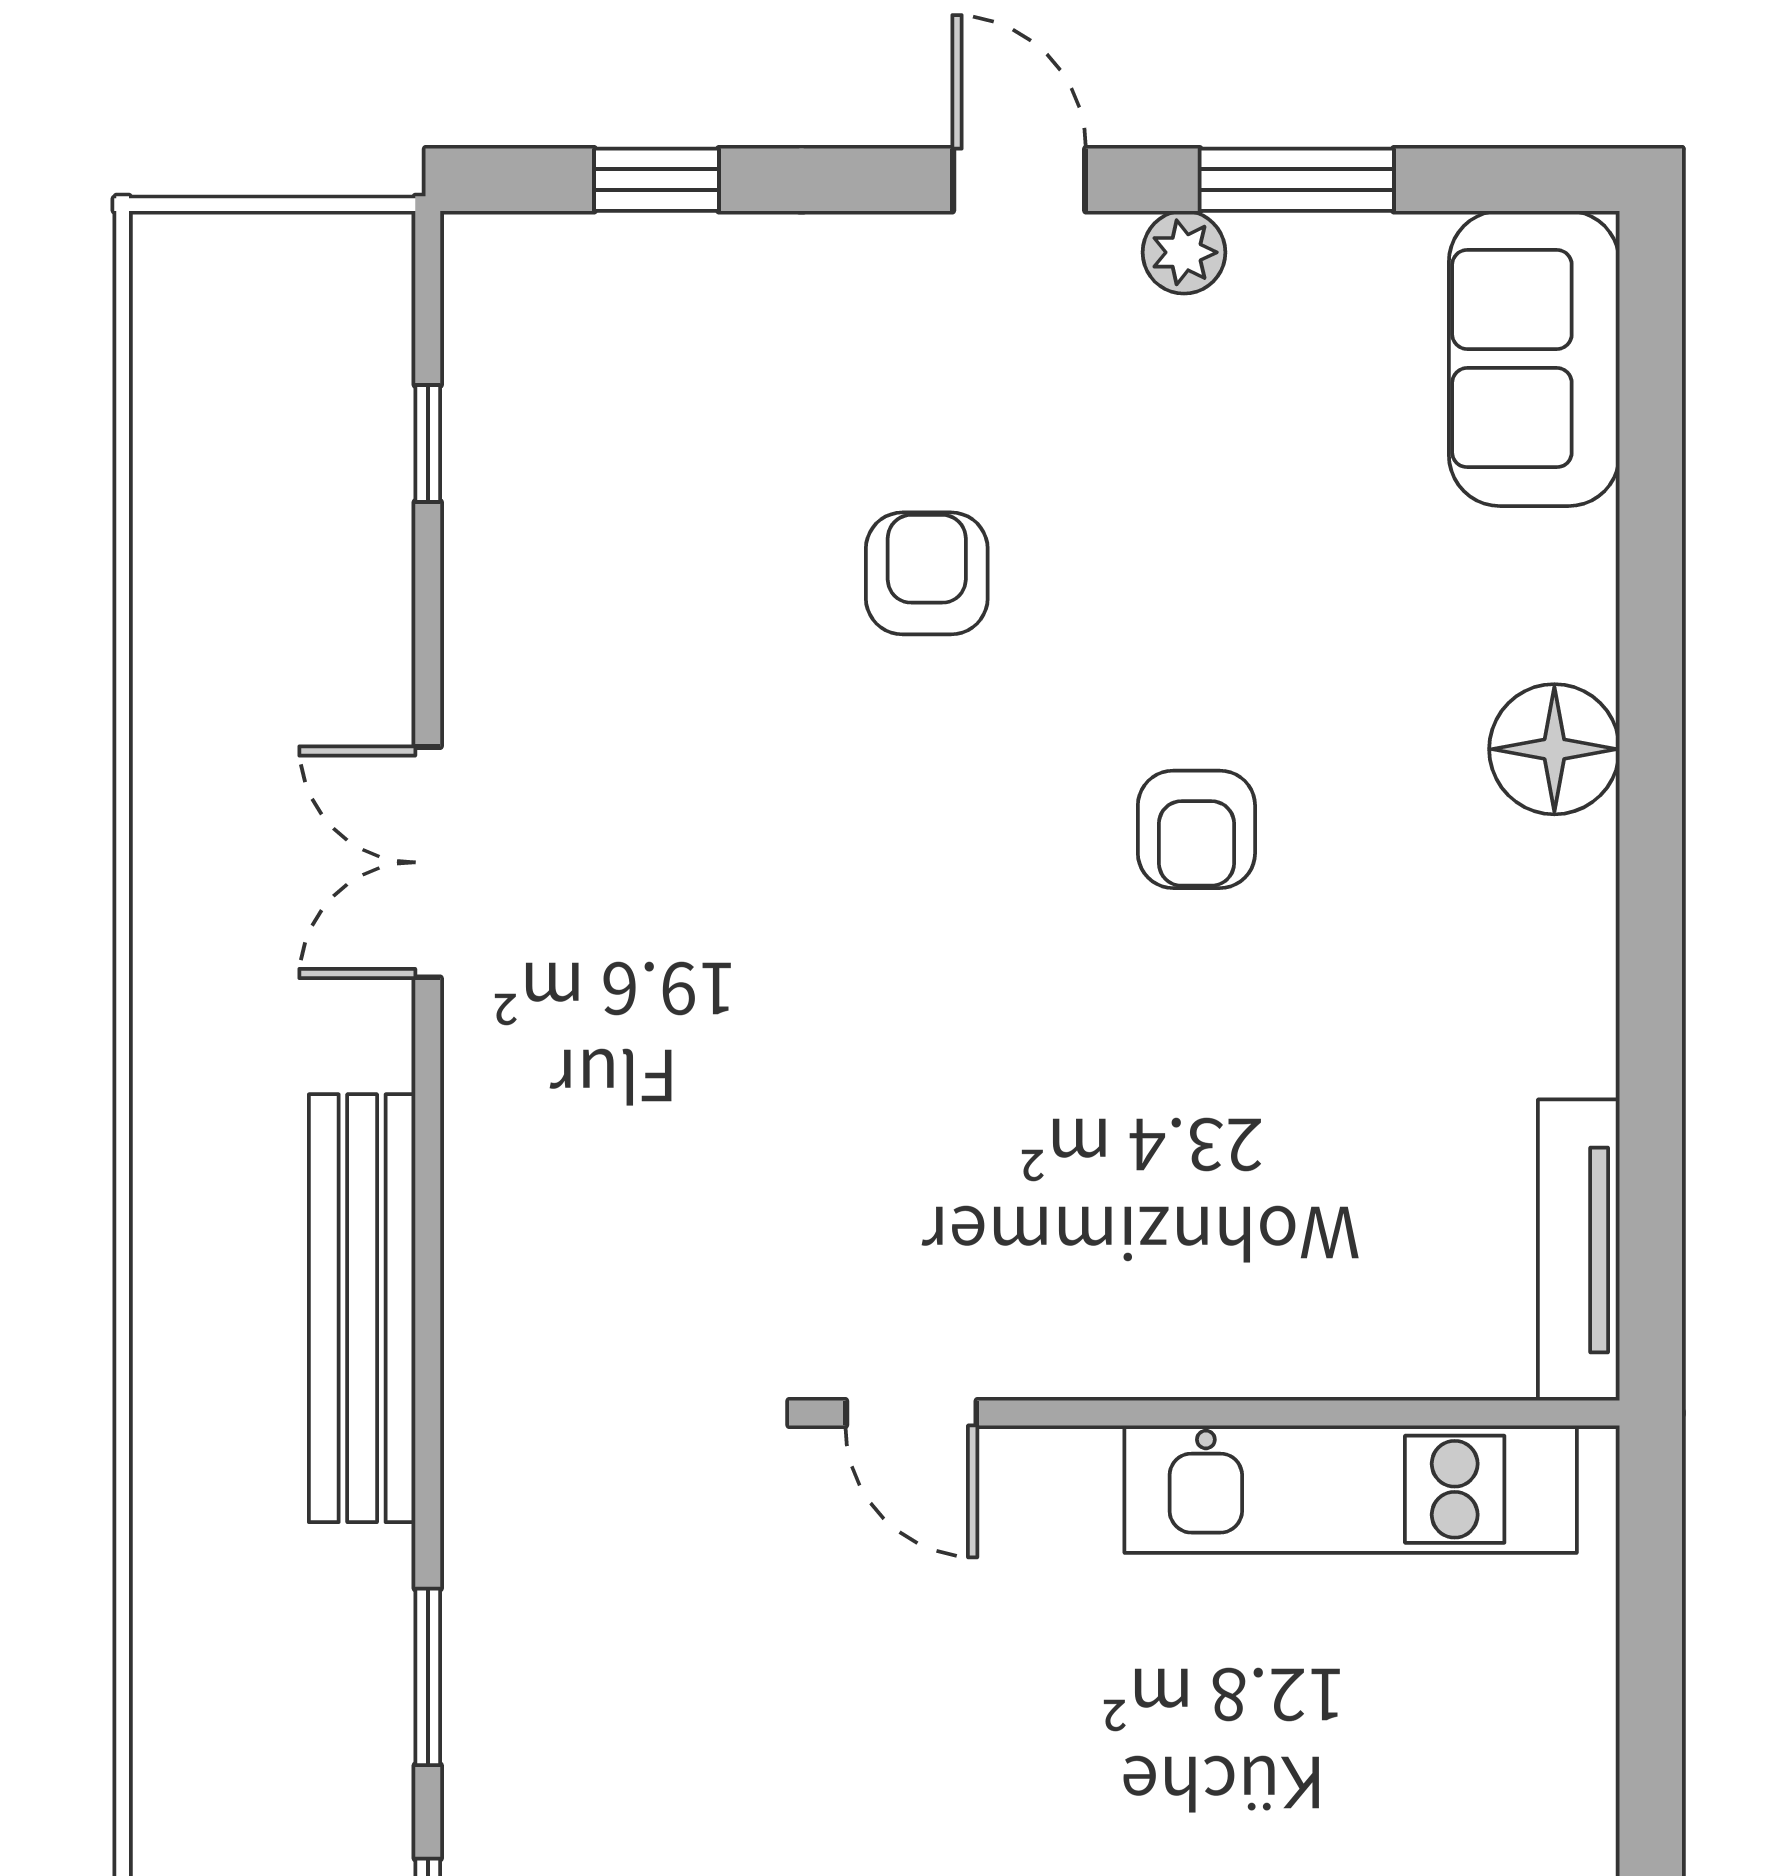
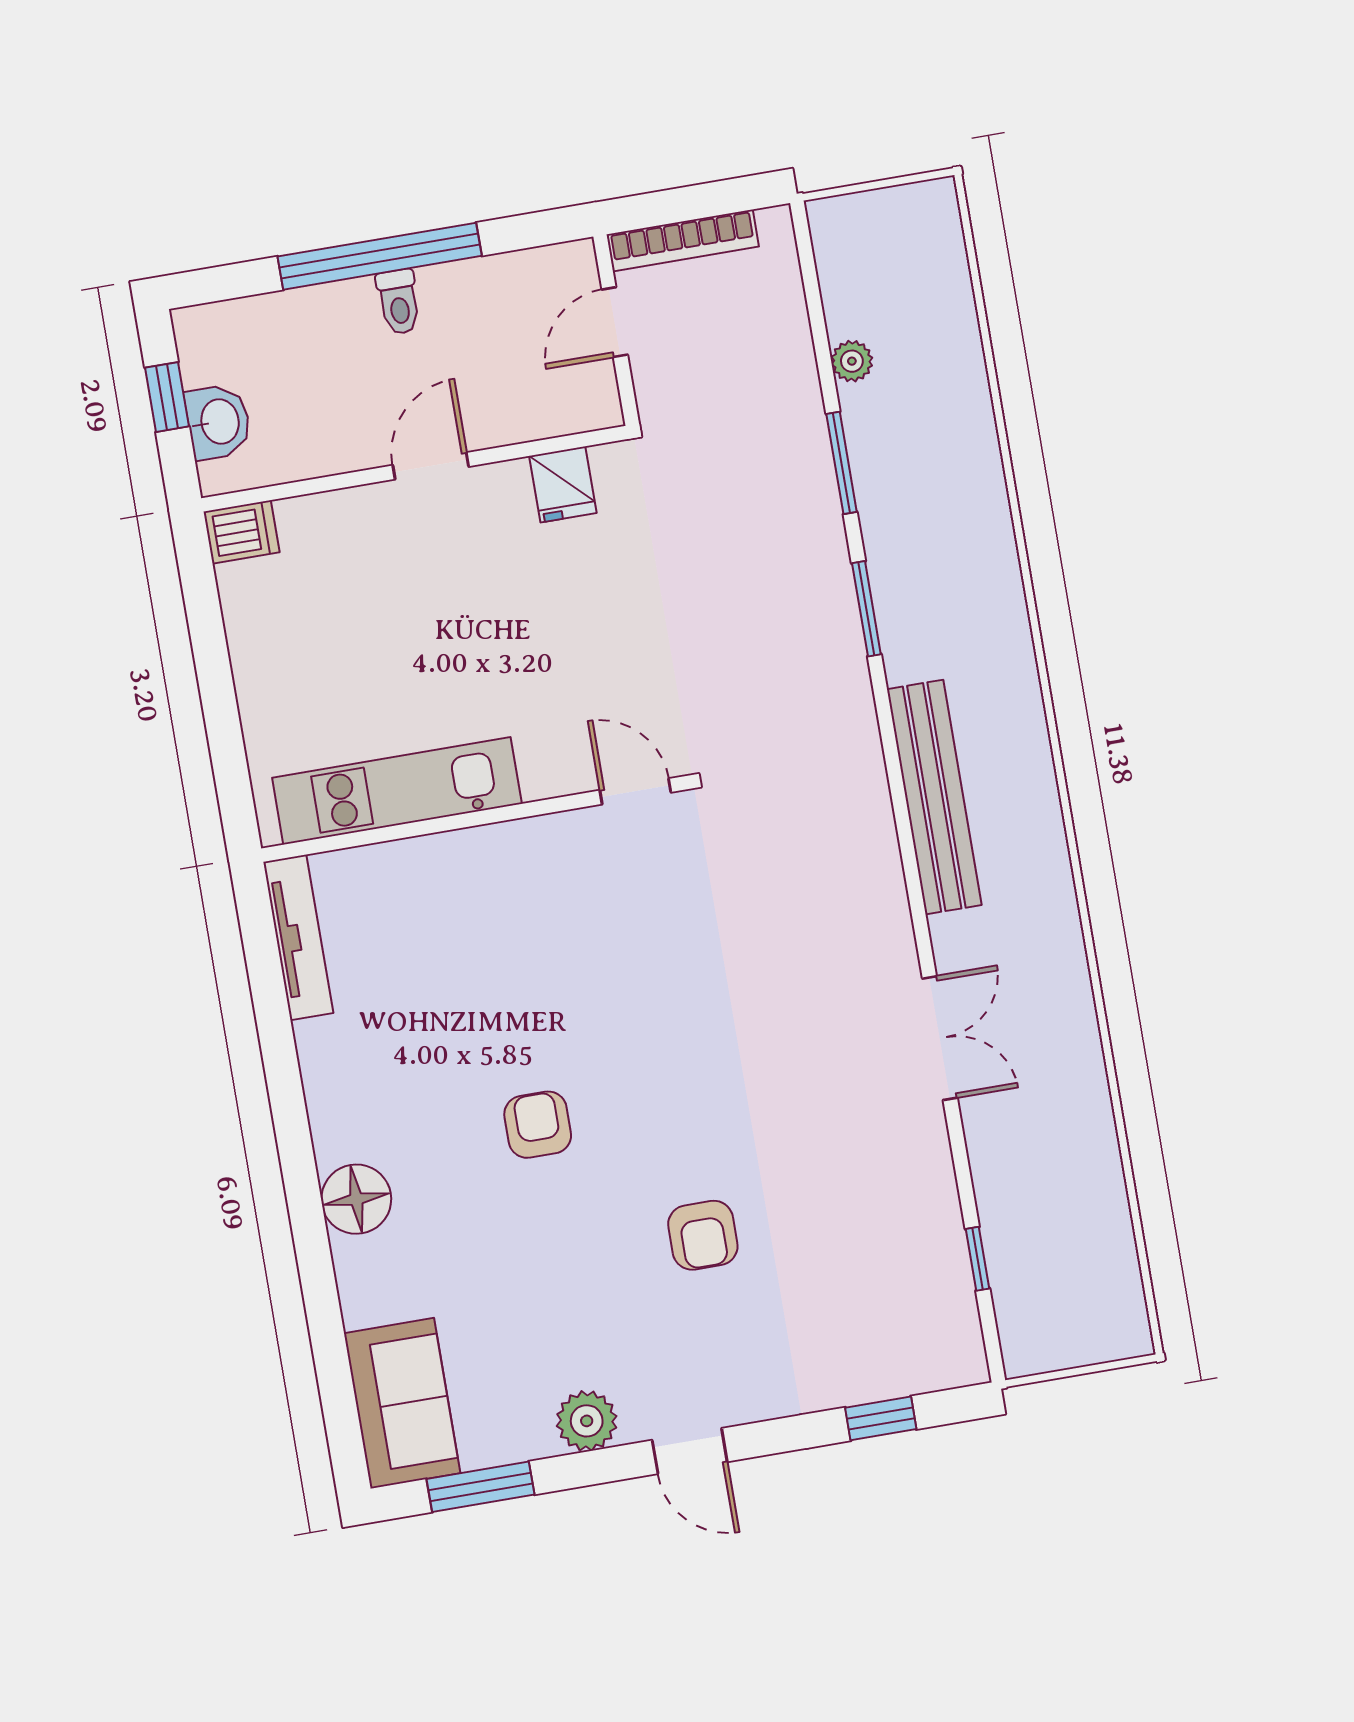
window: (1297, 180) -> (480, 1487), moved
plant: (1184, 252) -> (587, 1421), width x1.38, depth x1.38

